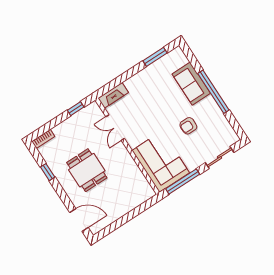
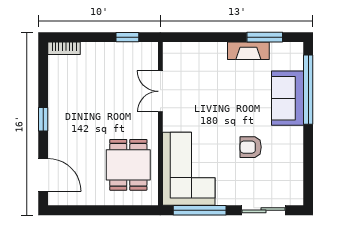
window: (213, 92) -> (308, 90), moved
fireplace: (113, 95) -> (248, 51), moved
dining table: (87, 170) -> (128, 165), moved
window: (48, 172) -> (43, 119), moved

